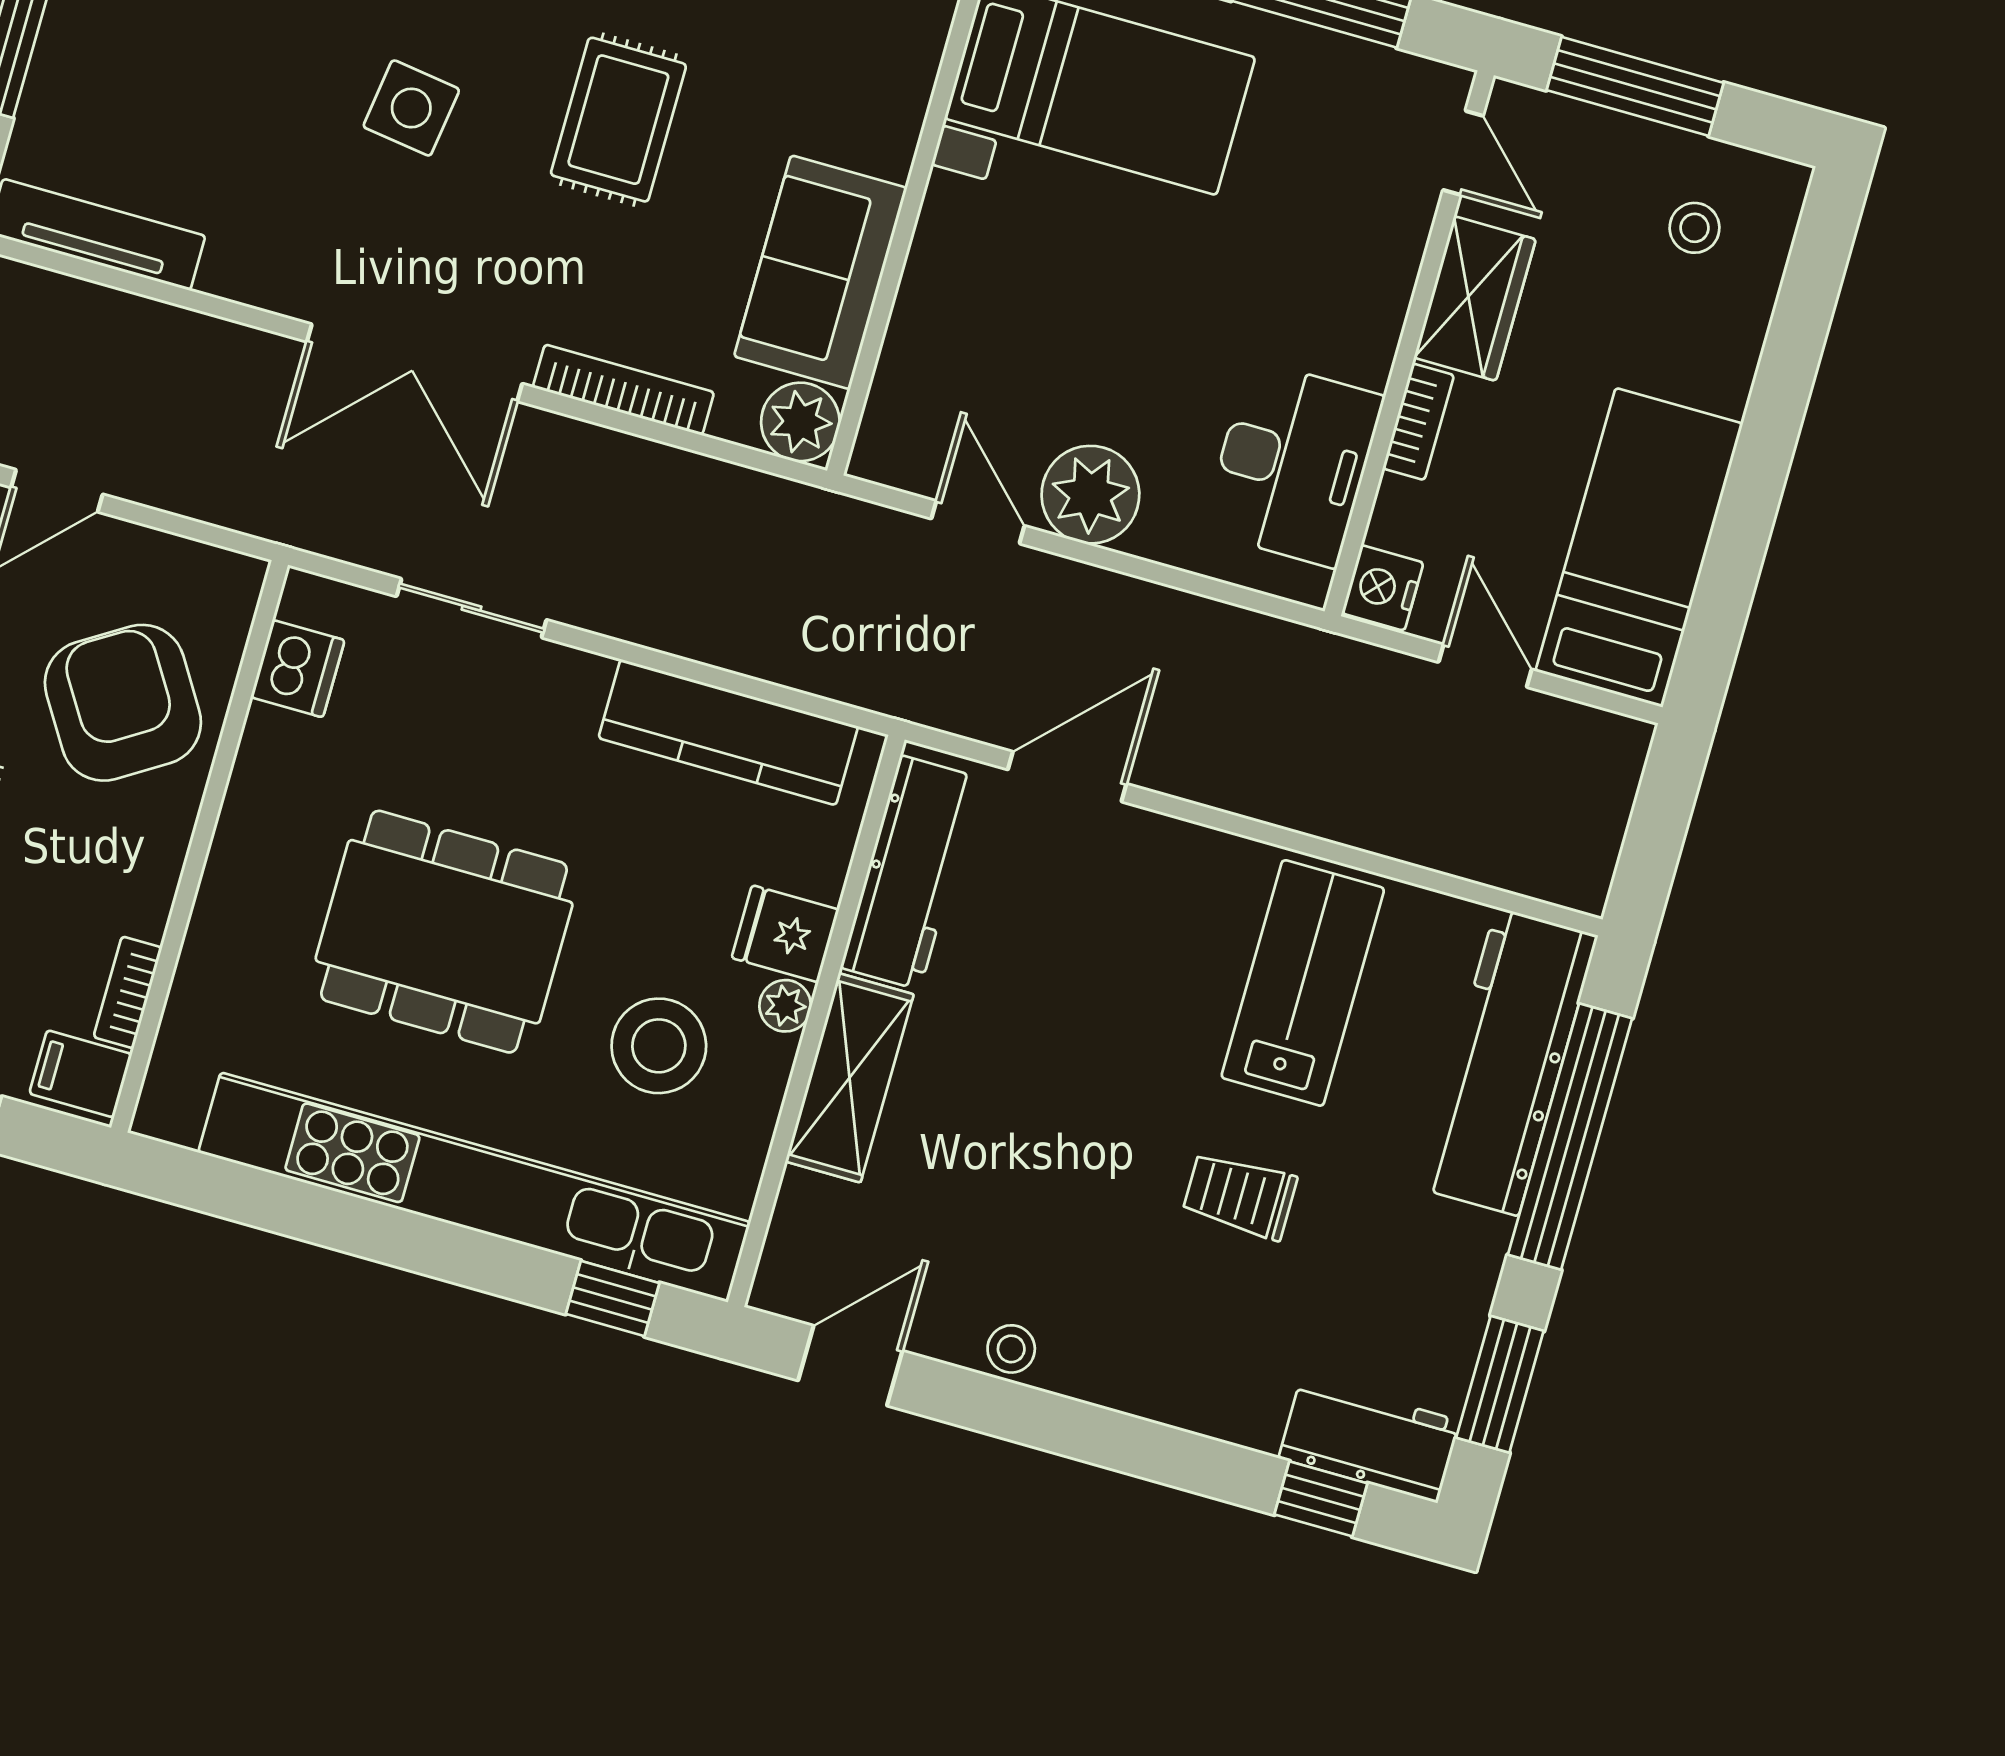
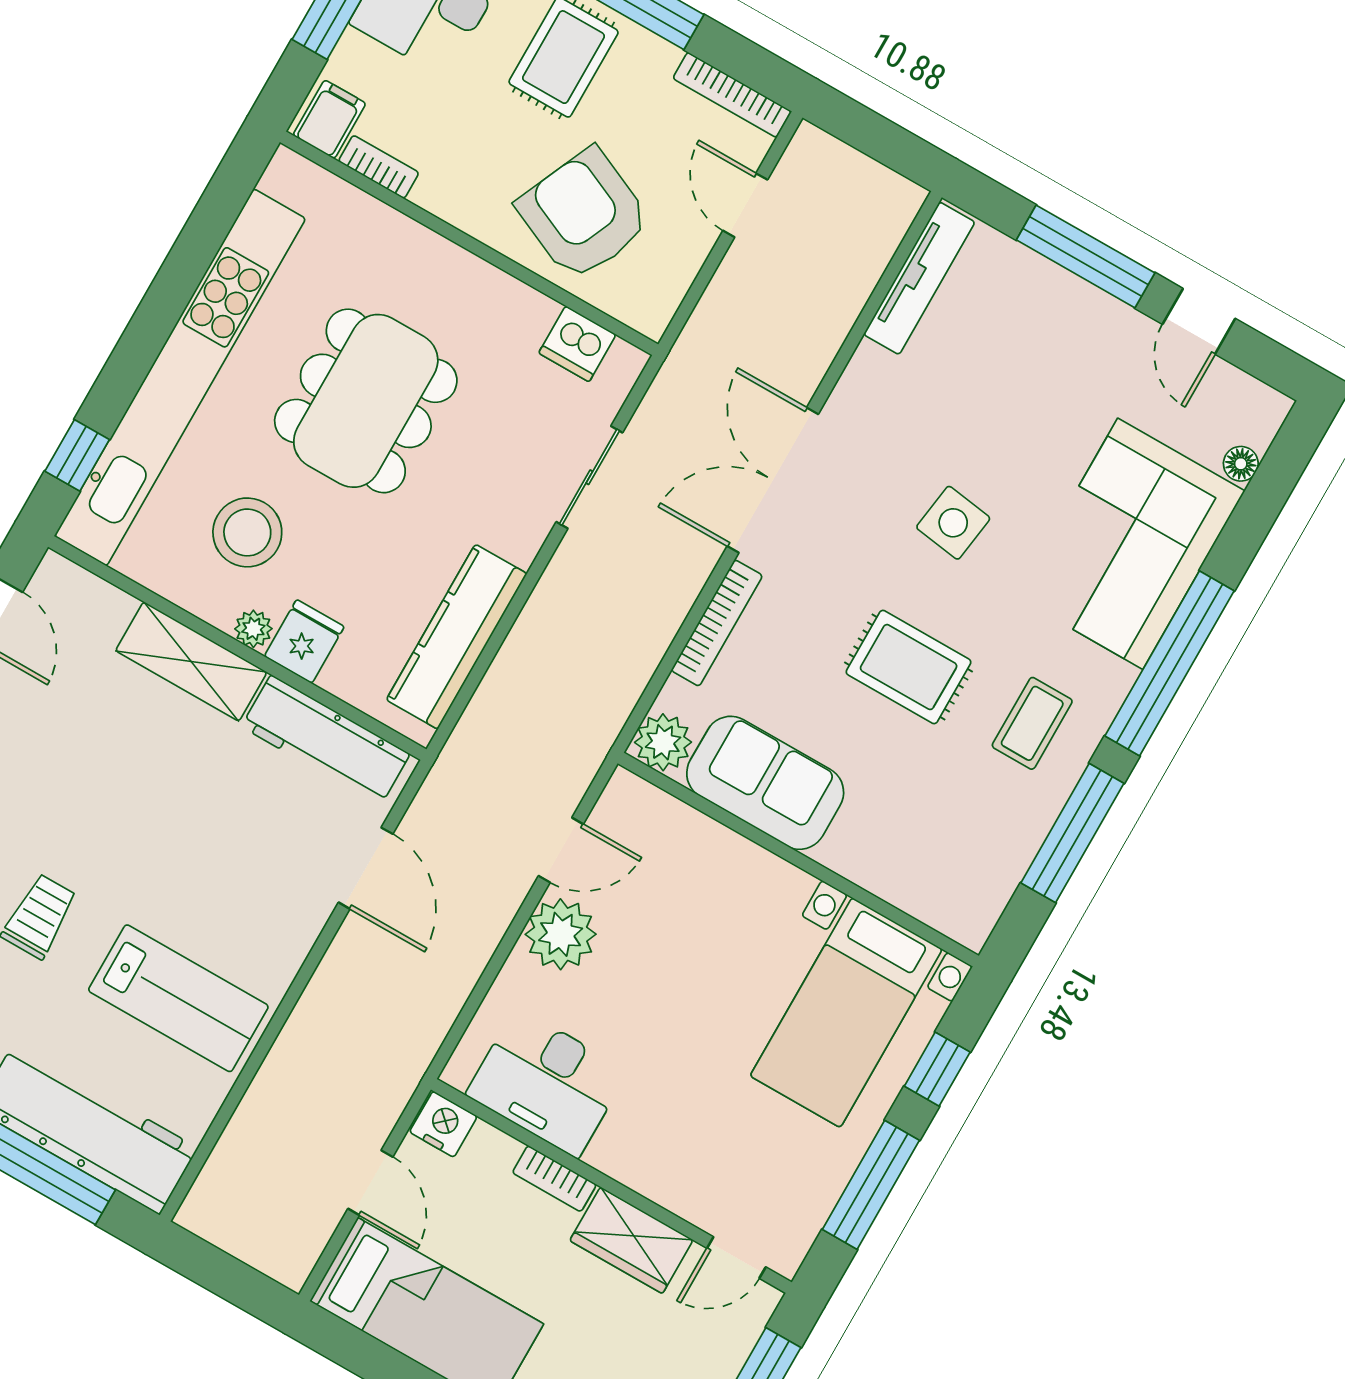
door: (1485, 666) -> (370, 1183), hinge flipped
armchair: (123, 703) -> (584, 214), turned -124

